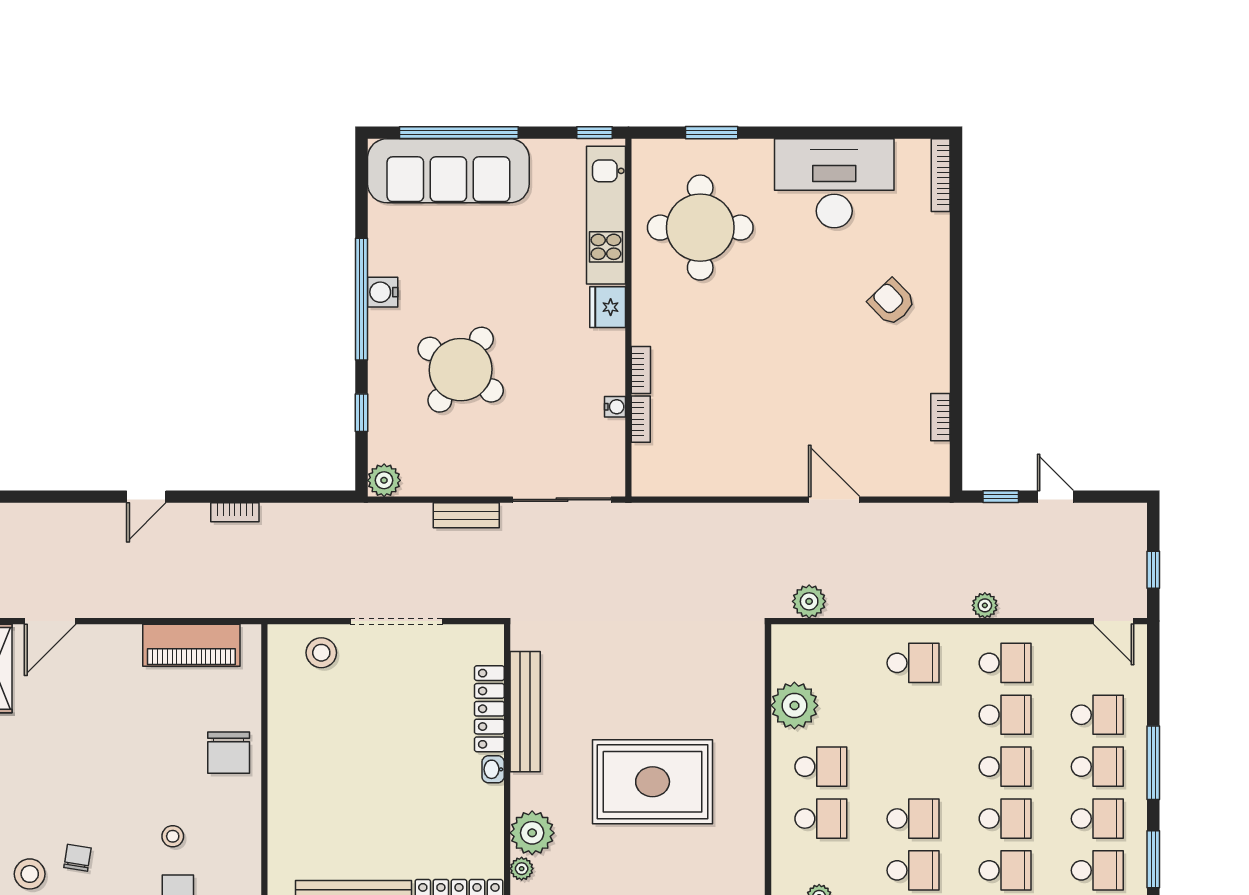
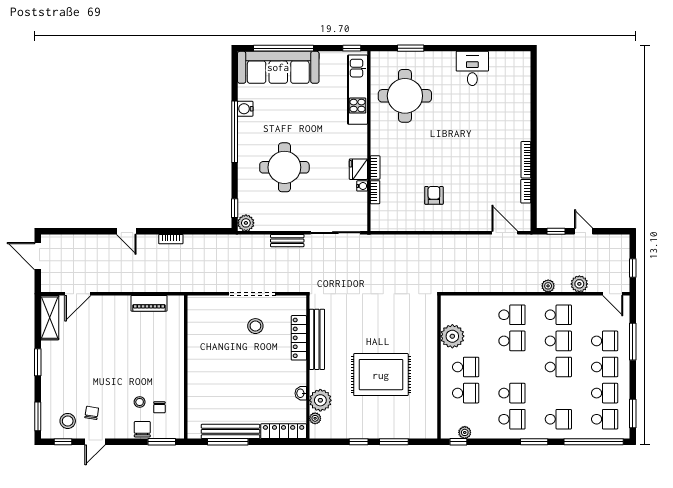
bookcase: (941, 175) -> (526, 160), moved
desk: (834, 183) -> (472, 68), width x0.53, depth x0.77
water cooler: (383, 292) -> (245, 109), moved
armchair: (892, 302) -> (434, 195), moved, turned 44
fridge: (608, 307) -> (358, 169), moved
round table: (461, 370) -> (284, 167), turned -34
window: (362, 413) -> (235, 208), moved
door: (146, 497) -> (126, 231), hinge flipped
door: (834, 500) -> (505, 233), moved
plant: (809, 601) -> (579, 284), moved
piano: (191, 645) -> (149, 303), width x0.73, depth x0.75
stool: (321, 653) -> (255, 326), moved
chair: (229, 753) -> (159, 407), moved, width x0.54, depth x0.54
window: (1153, 763) -> (633, 342), moved
washbasin: (493, 769) -> (301, 393), moved
school desk: (1005, 819) -> (512, 341), moved

